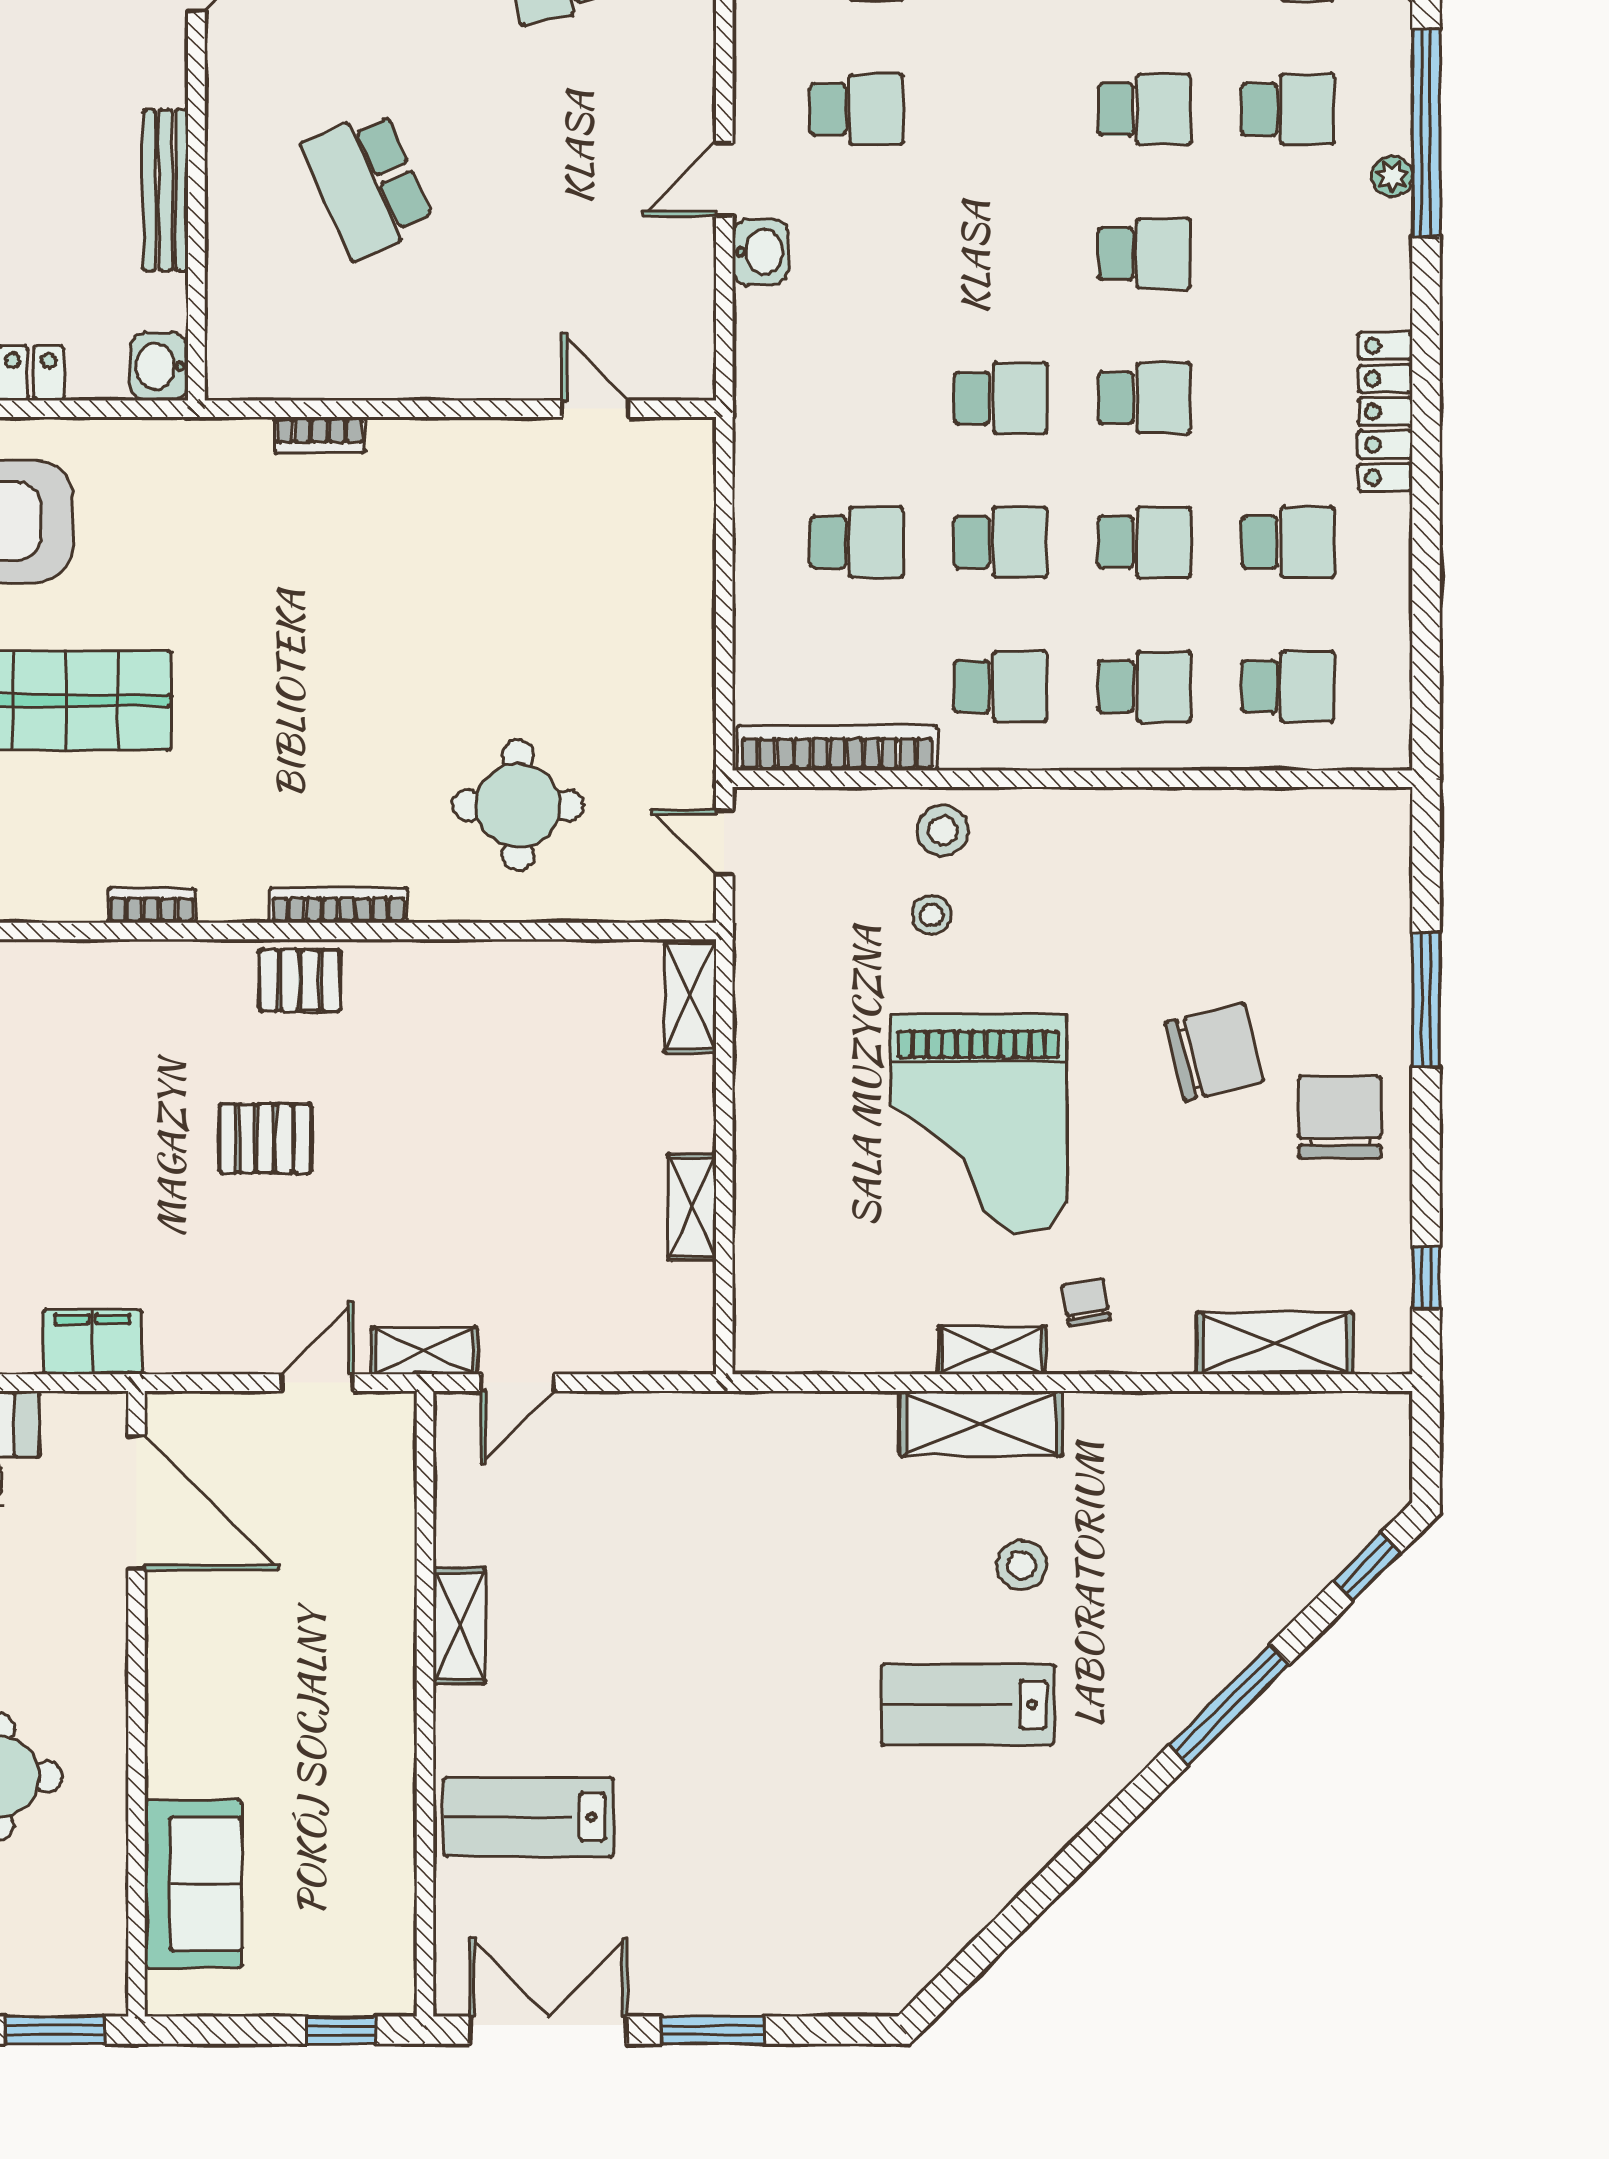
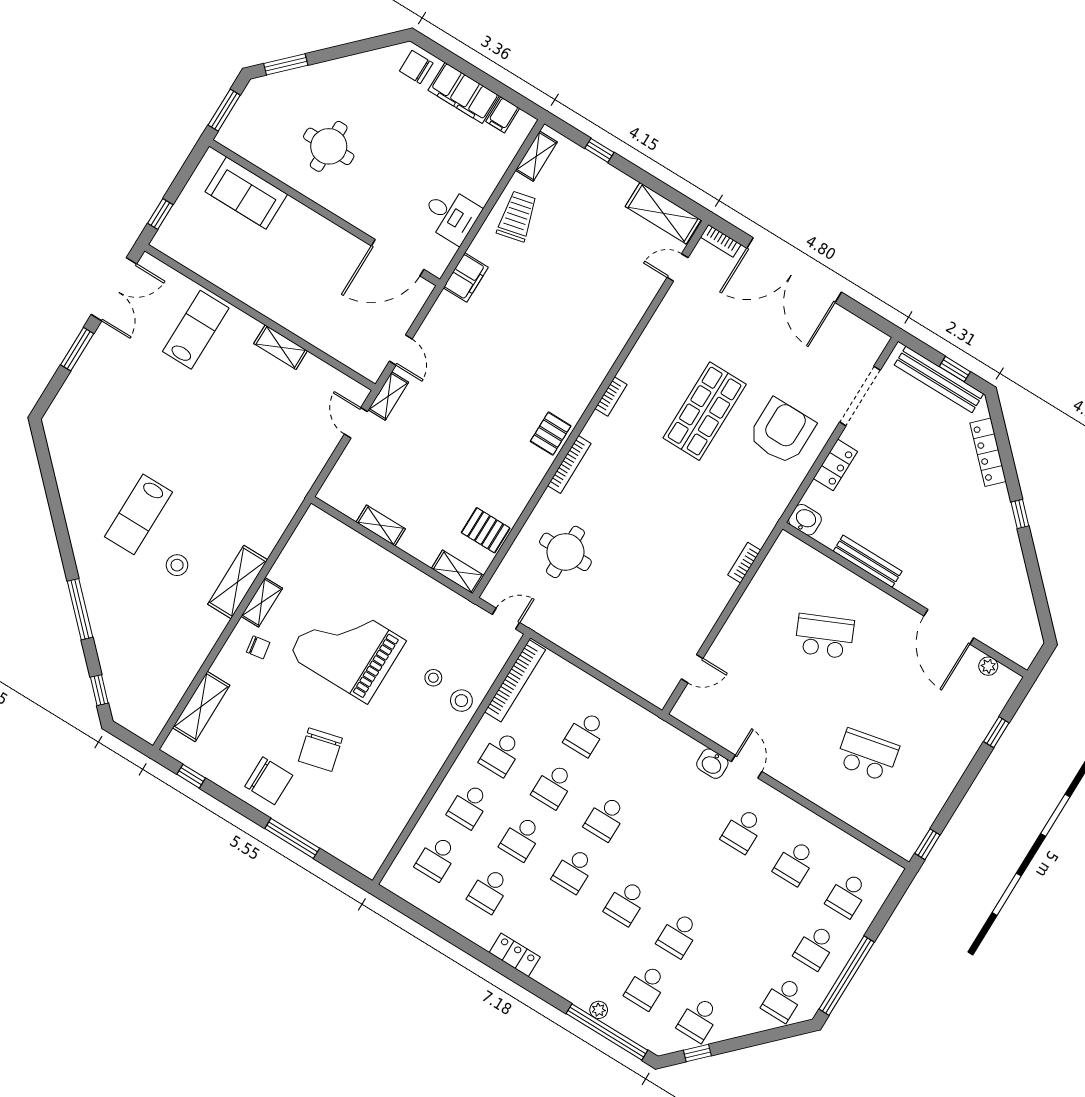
locker: (1385, 412) -> (515, 955), width x0.66
pallet: (265, 1138) -> (486, 530), moved, turned 90
lab bench: (968, 1705) -> (138, 514), turned 180

